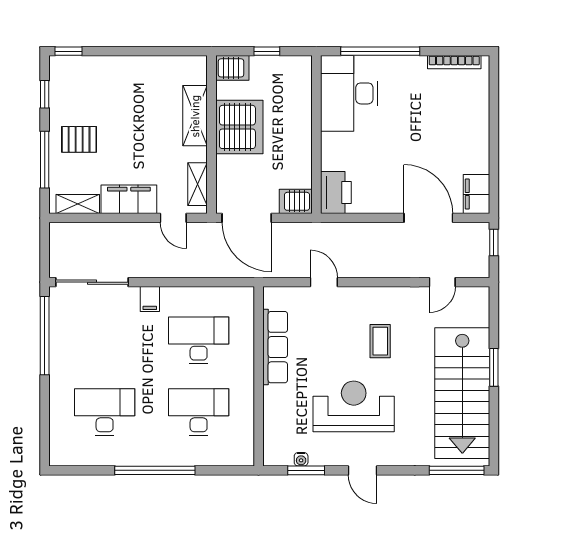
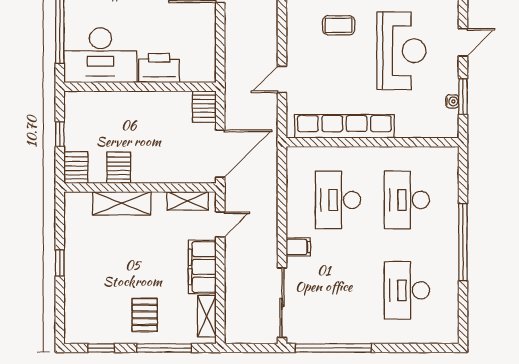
window: (68, 51) -> (60, 263), moved
server rack: (239, 127) -> (119, 168), width x0.46, depth x0.70
printer: (336, 193) -> (159, 68), moved
row of seats: (275, 347) -> (344, 126), width x1.36
reception desk: (354, 406) -> (401, 51), turned 180

